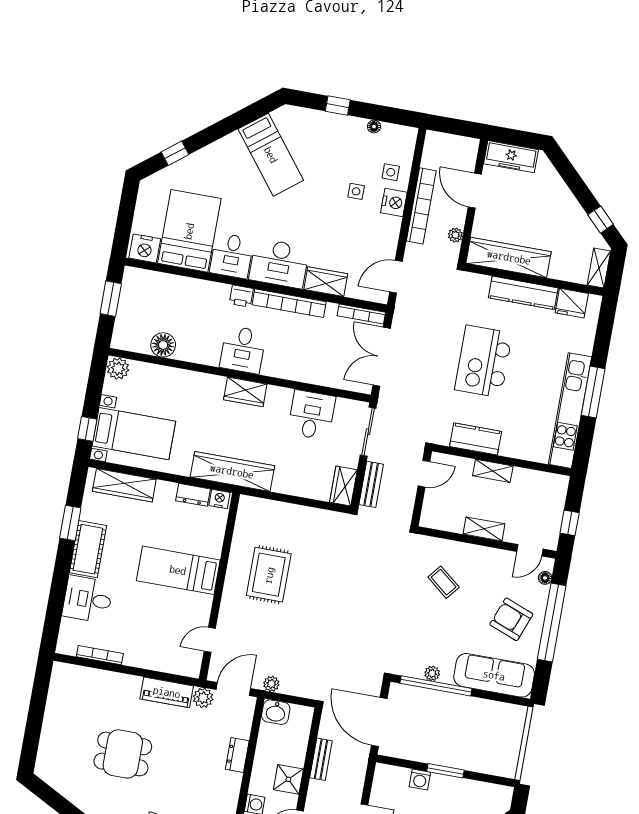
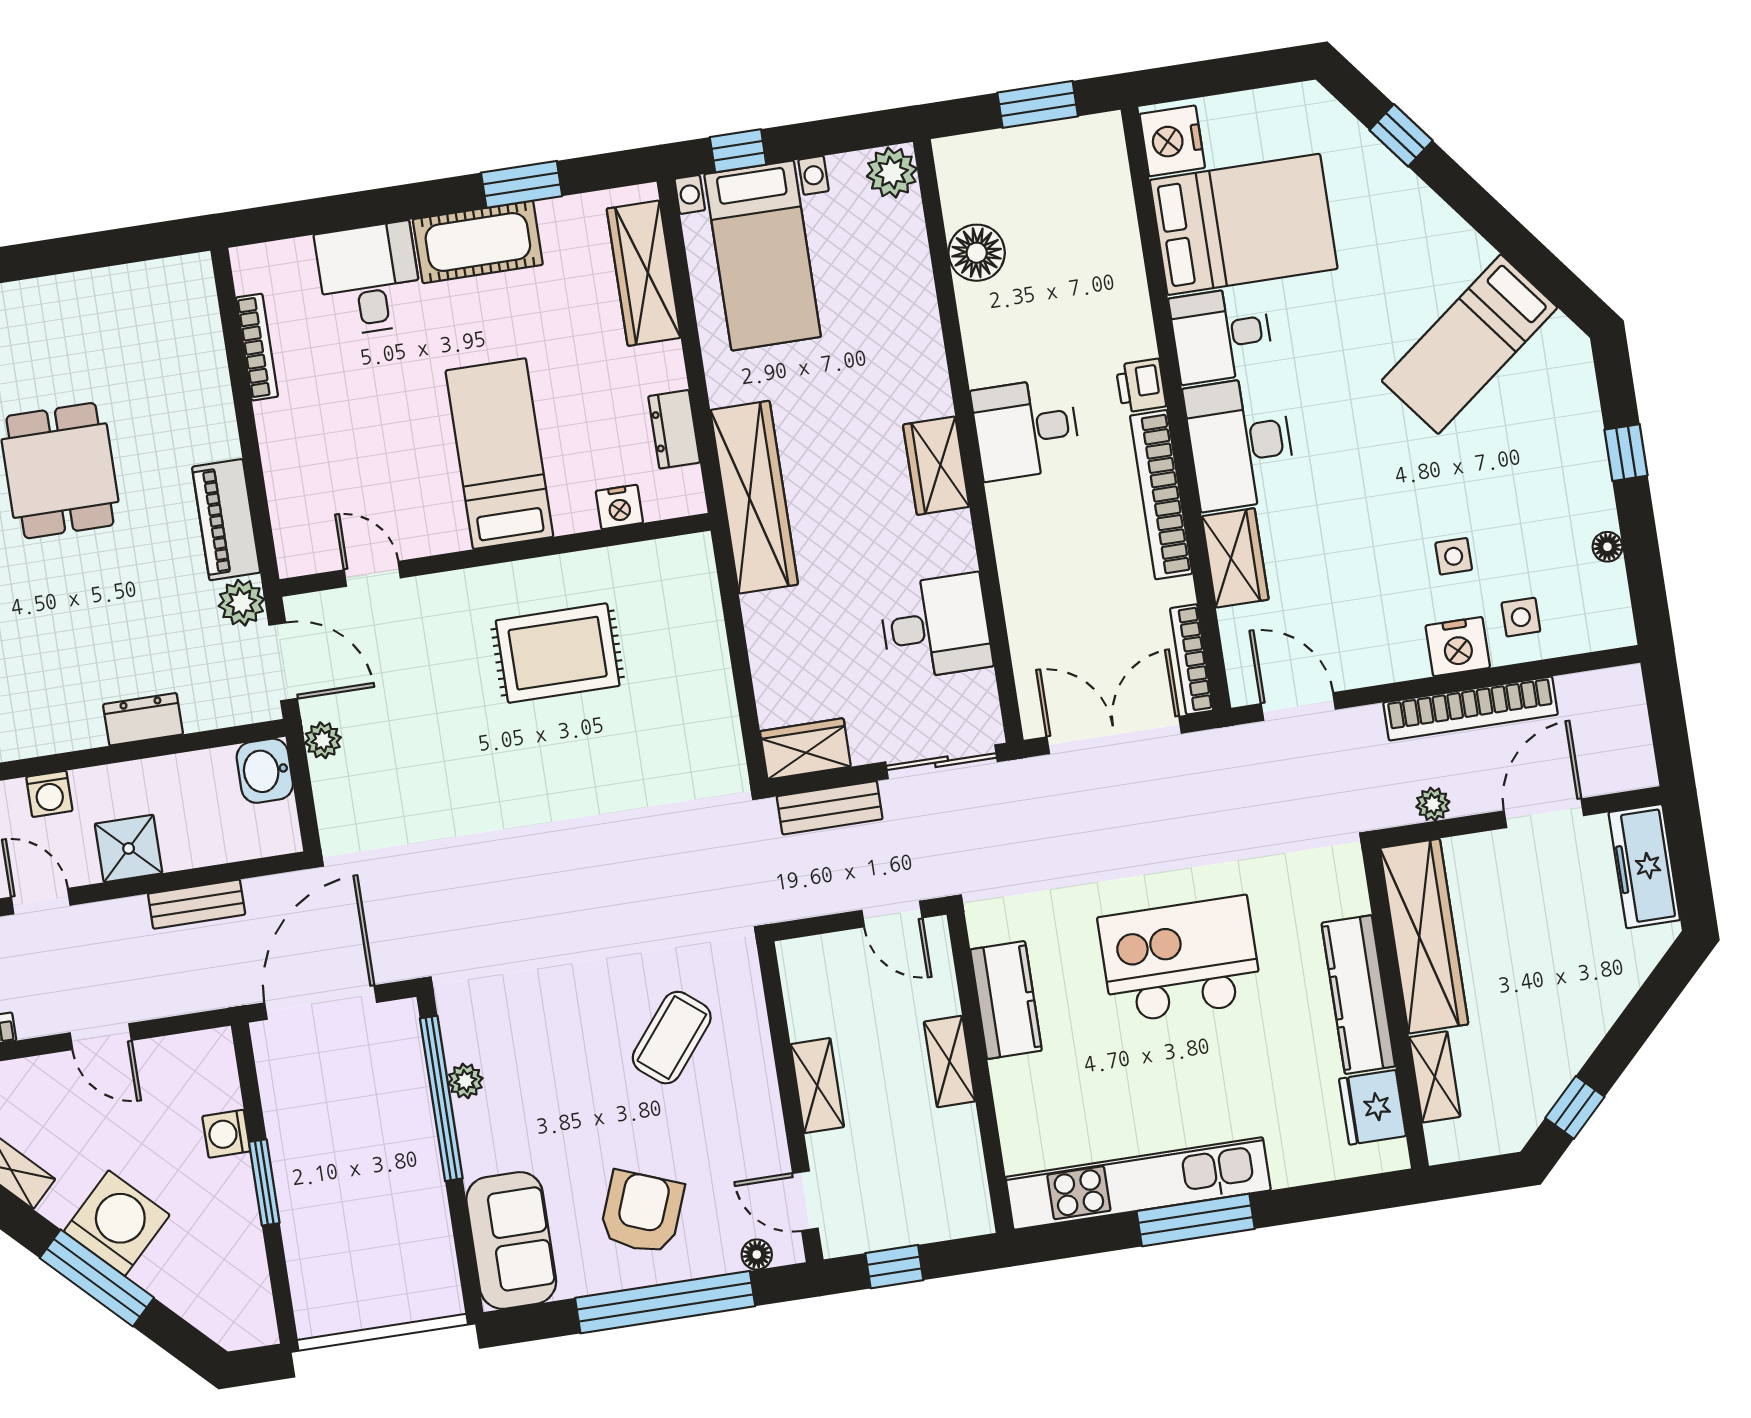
shelving: (599, 268) -> (1435, 1077), moved, turned 90
nightstand: (219, 499) -> (619, 507), moved, turned 90
coffee table: (444, 582) -> (672, 1038), width x1.36, depth x1.30
sofa: (494, 675) -> (511, 1240), width x0.73

